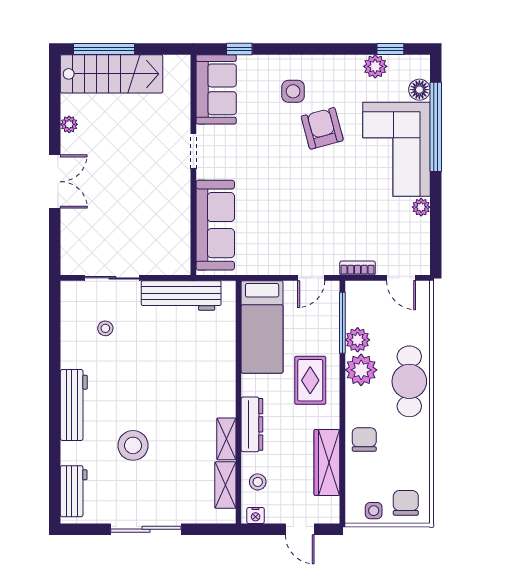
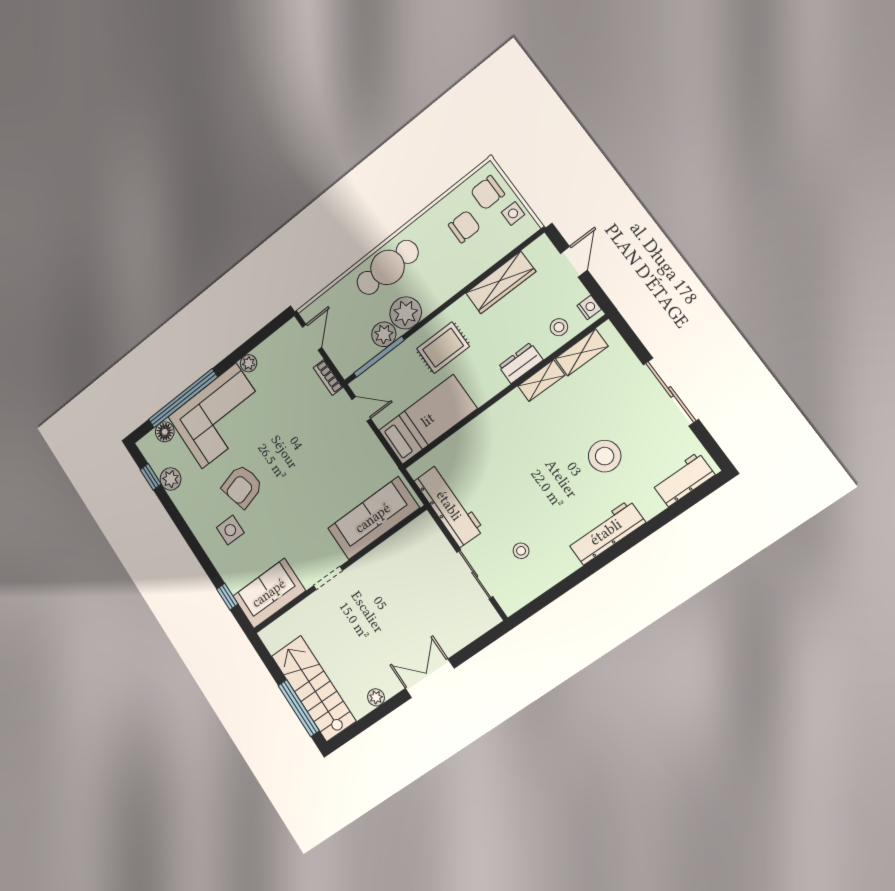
dresser: (252, 424) -> (521, 363), width x0.70
chair: (364, 439) -> (464, 227), moved, turned 180

